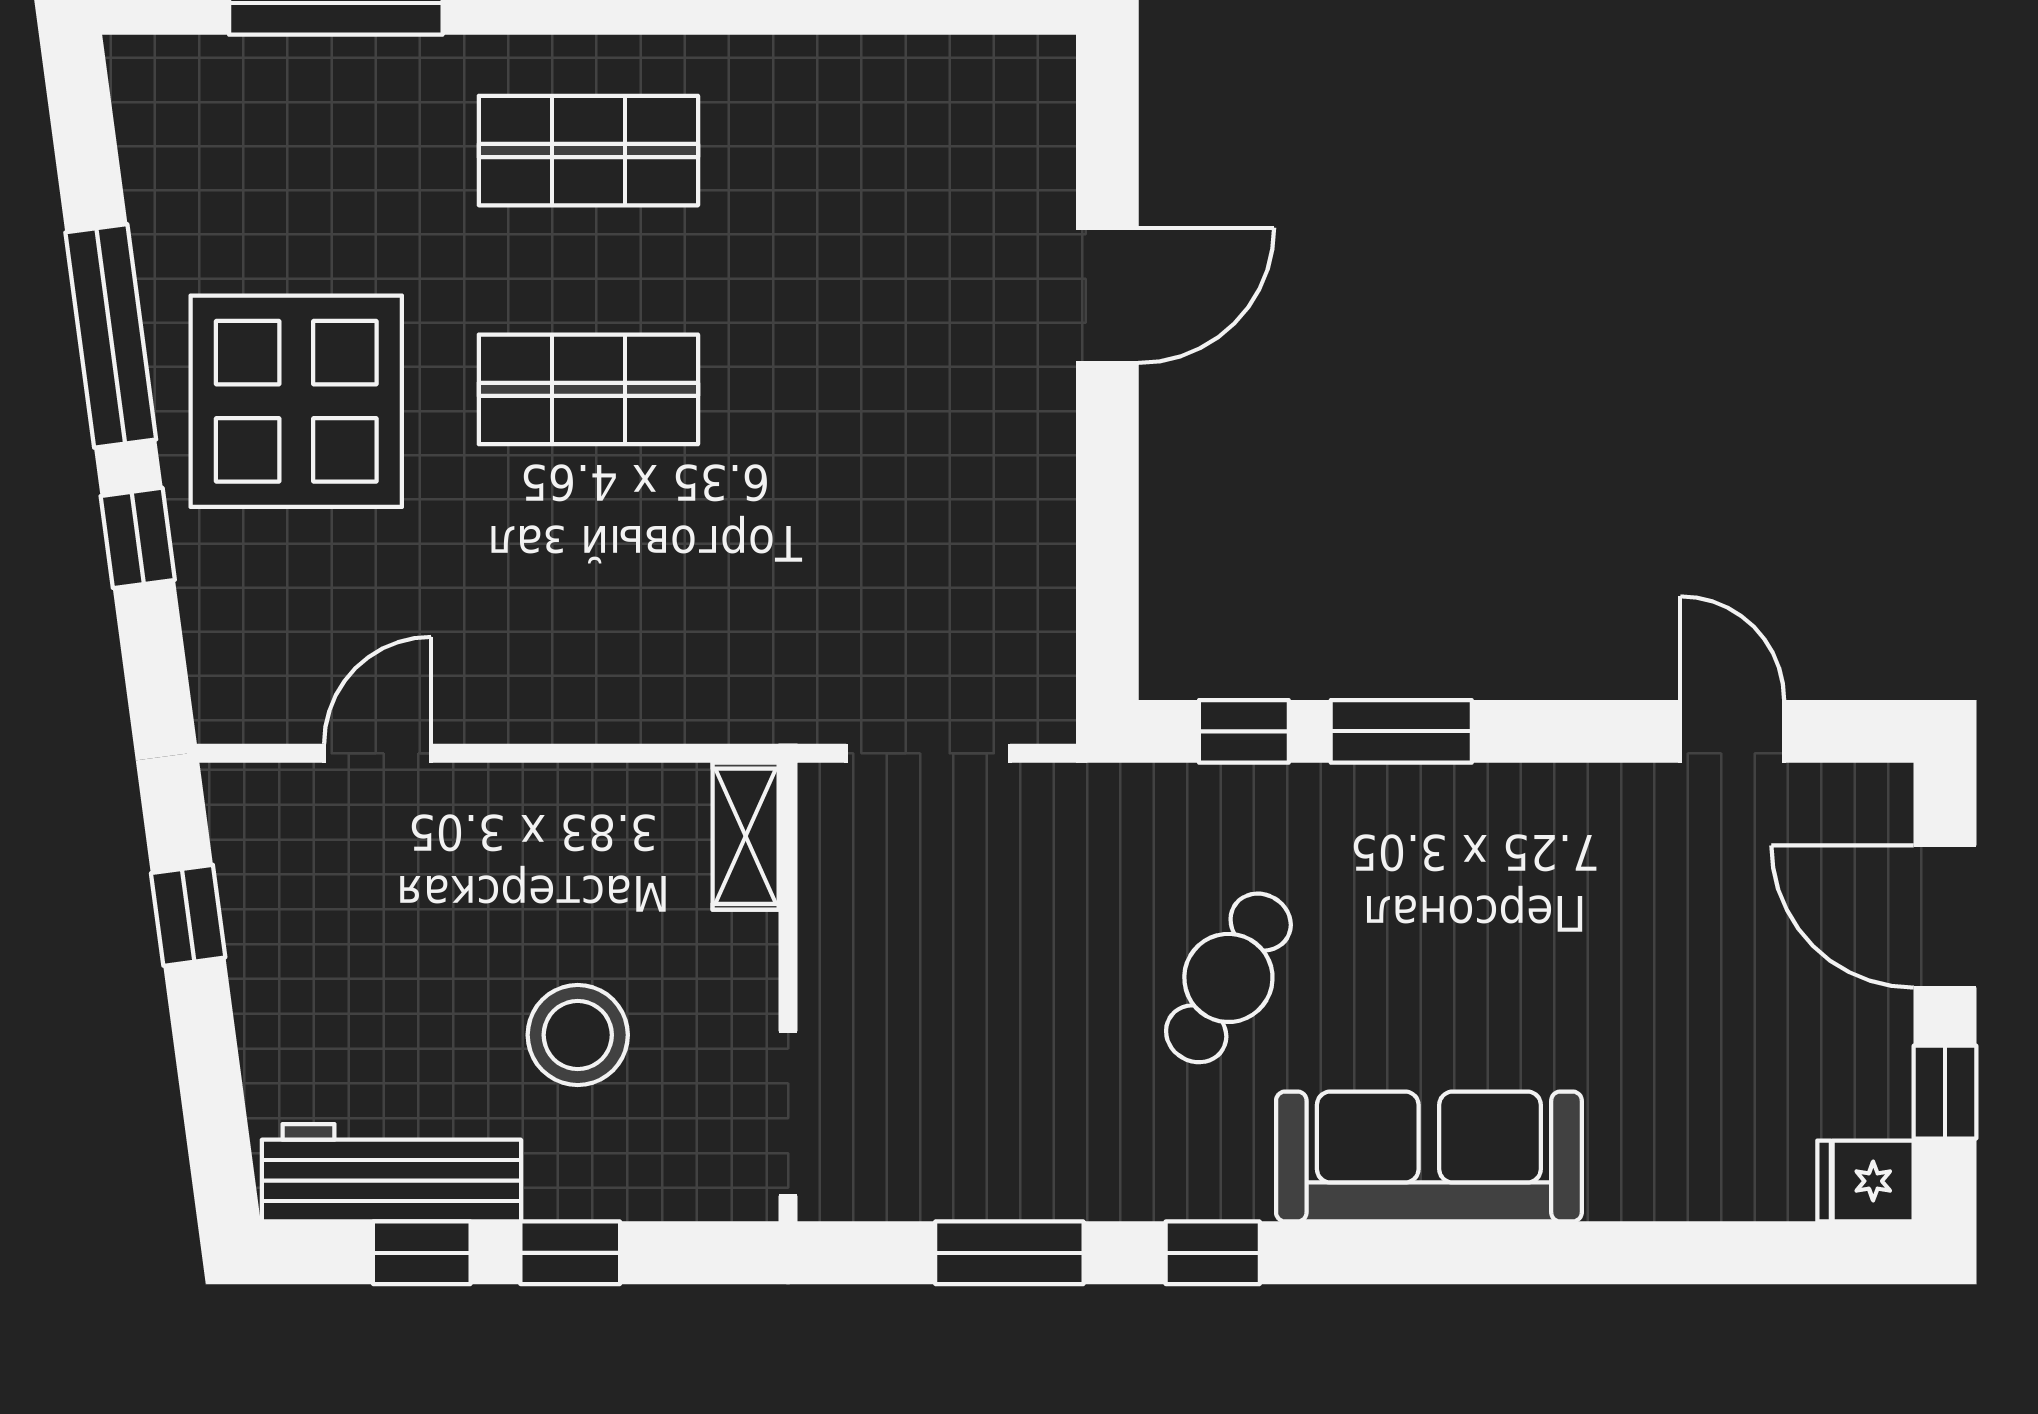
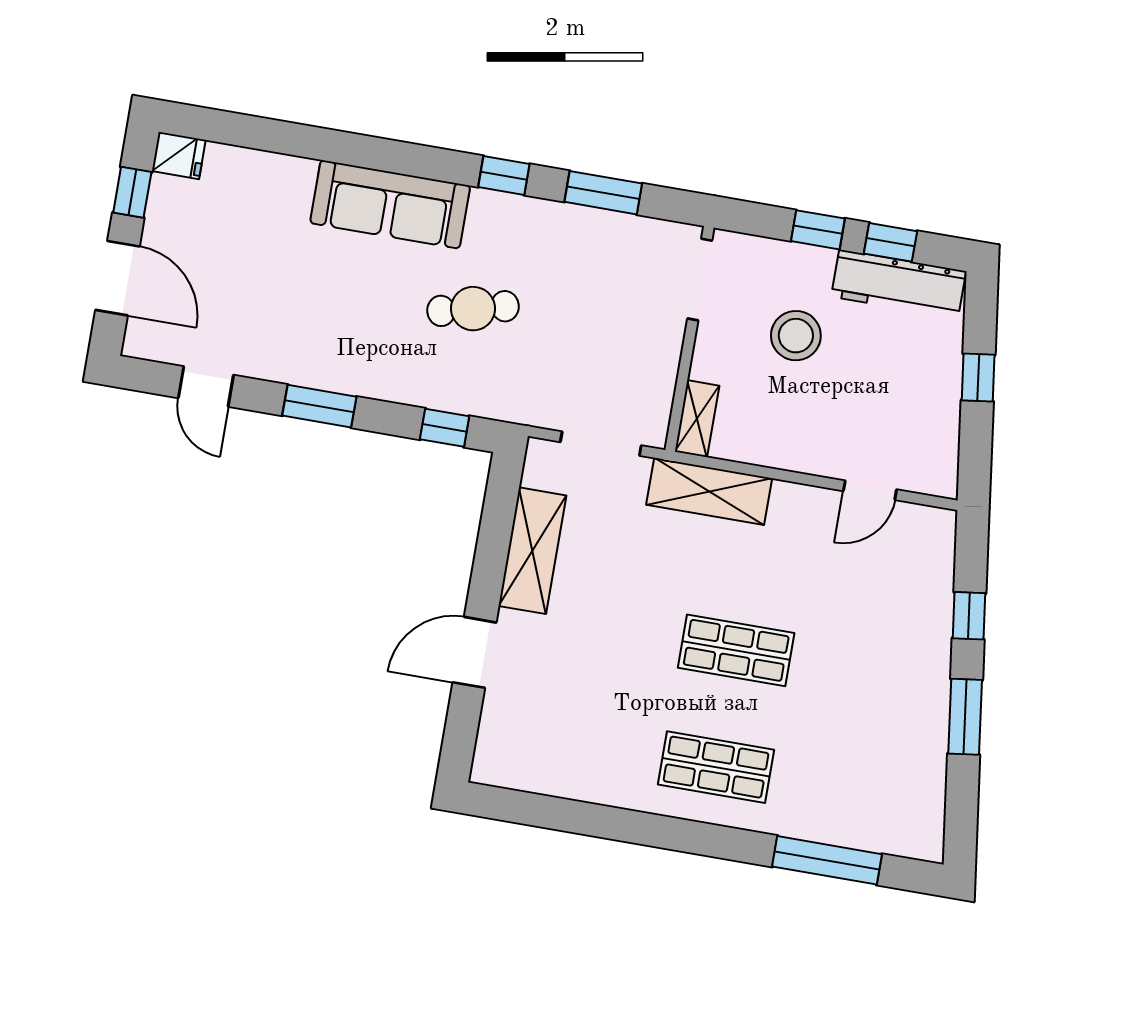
window: (111, 336) -> (965, 717), width x0.69
display table: (296, 401) -> (880, 669), removed
shelving: (1028, 517) -> (532, 551), added
shelving: (697, 696) -> (709, 491), added
window: (1401, 731) -> (319, 406), moved
window: (188, 915) -> (978, 378), moved
cafe table: (1228, 978) -> (473, 309), turned 46

